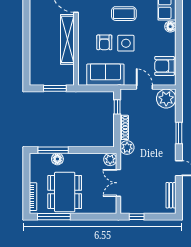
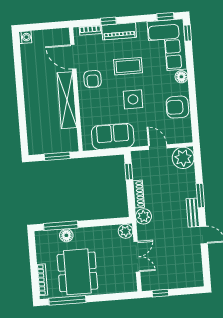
armchair: (104, 42) -> (93, 79), moved
armchair: (164, 66) -> (177, 107), moved
double door: (118, 183) -> (137, 257), swing flipped
bench: (171, 195) -> (193, 213), moved

